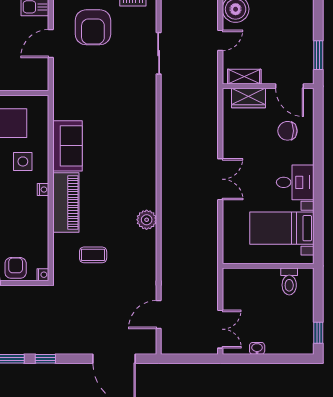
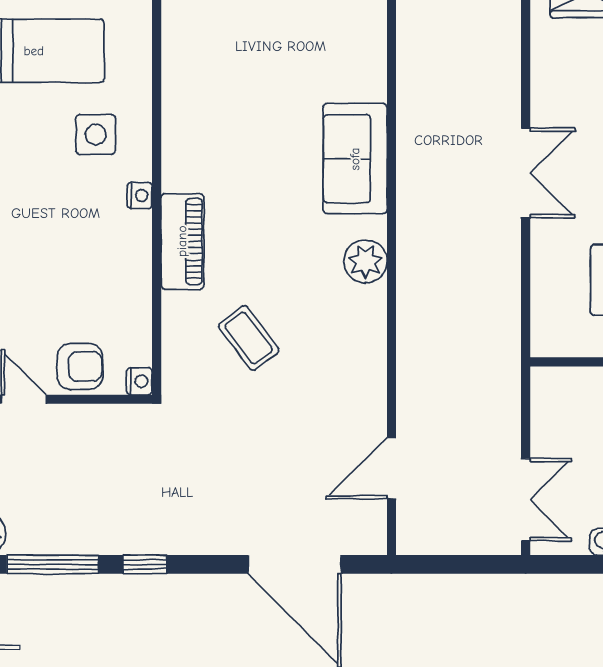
sofa: (67, 146) -> (355, 159), moved, turned 180
piano: (66, 203) -> (182, 241), width x0.73, depth x0.75
coffee table: (93, 255) -> (249, 338), turned 53
armchair: (16, 268) -> (80, 366), turned 89

